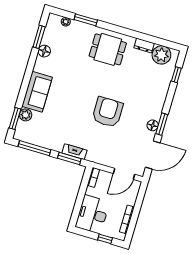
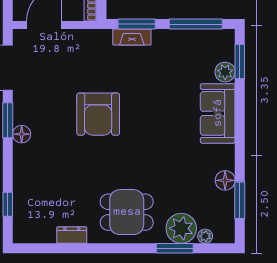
plant: (161, 55) -> (181, 228), moved
floor lamp: (153, 125) -> (22, 134), moved

